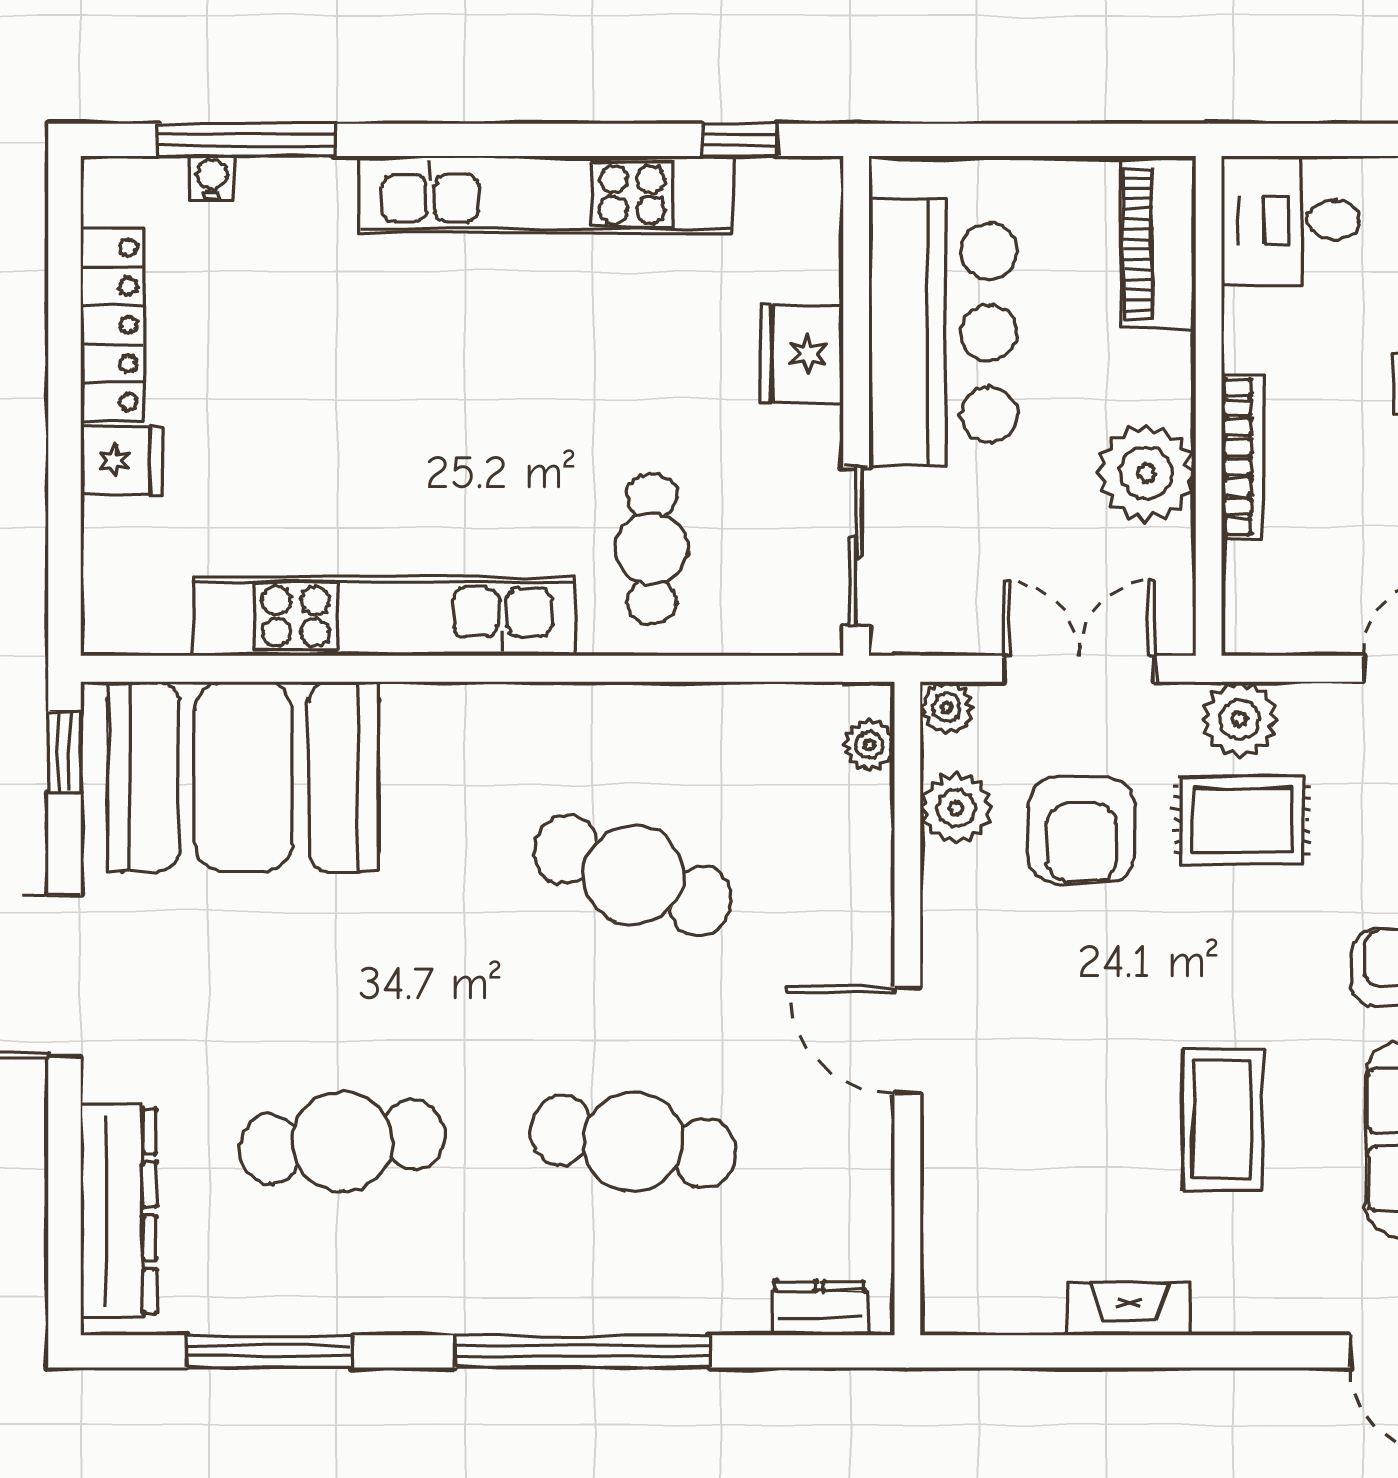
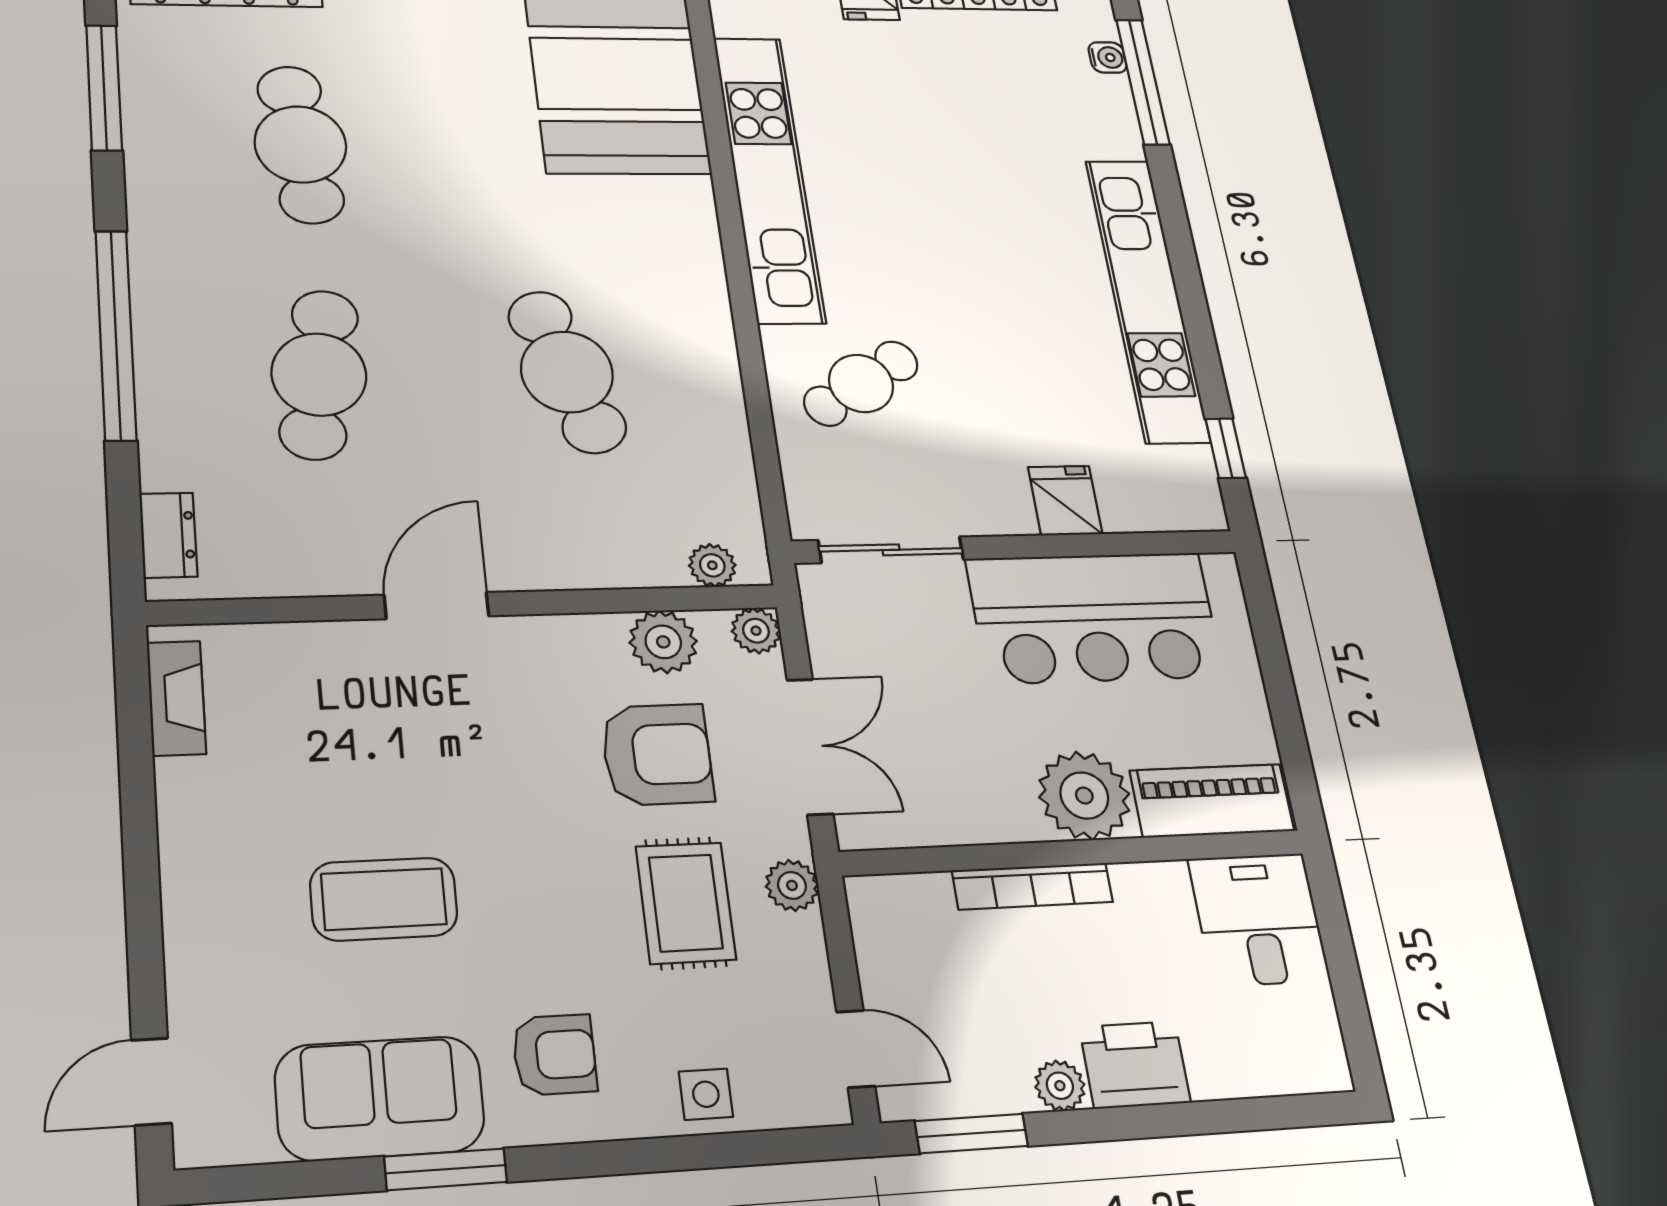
fridge: (801, 354) -> (1065, 501), width x0.72
plant: (1146, 473) -> (1084, 796), moved
cafe table: (652, 549) -> (861, 383), turned -32
plant: (1239, 719) -> (792, 885), width x0.73, depth x0.73
armchair: (1082, 830) -> (657, 754), turned 180
cafe table: (633, 875) -> (567, 372), turned -39
fireplace: (1129, 1309) -> (176, 698), moved

